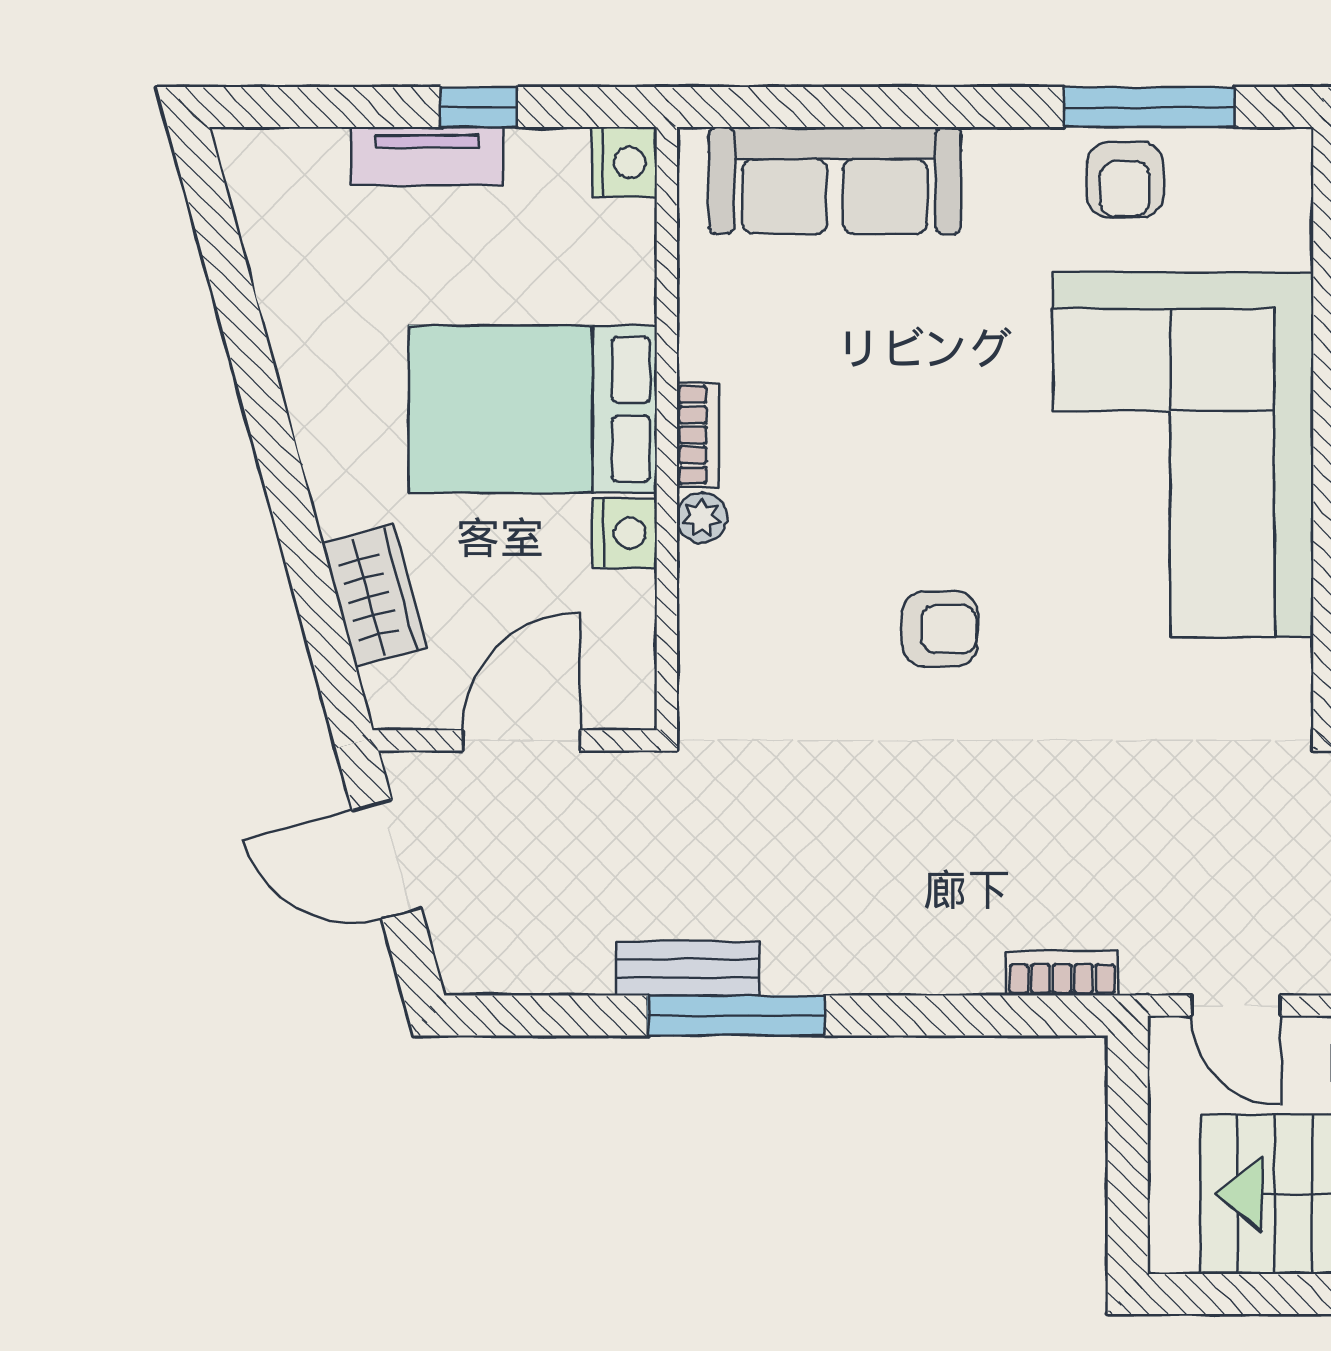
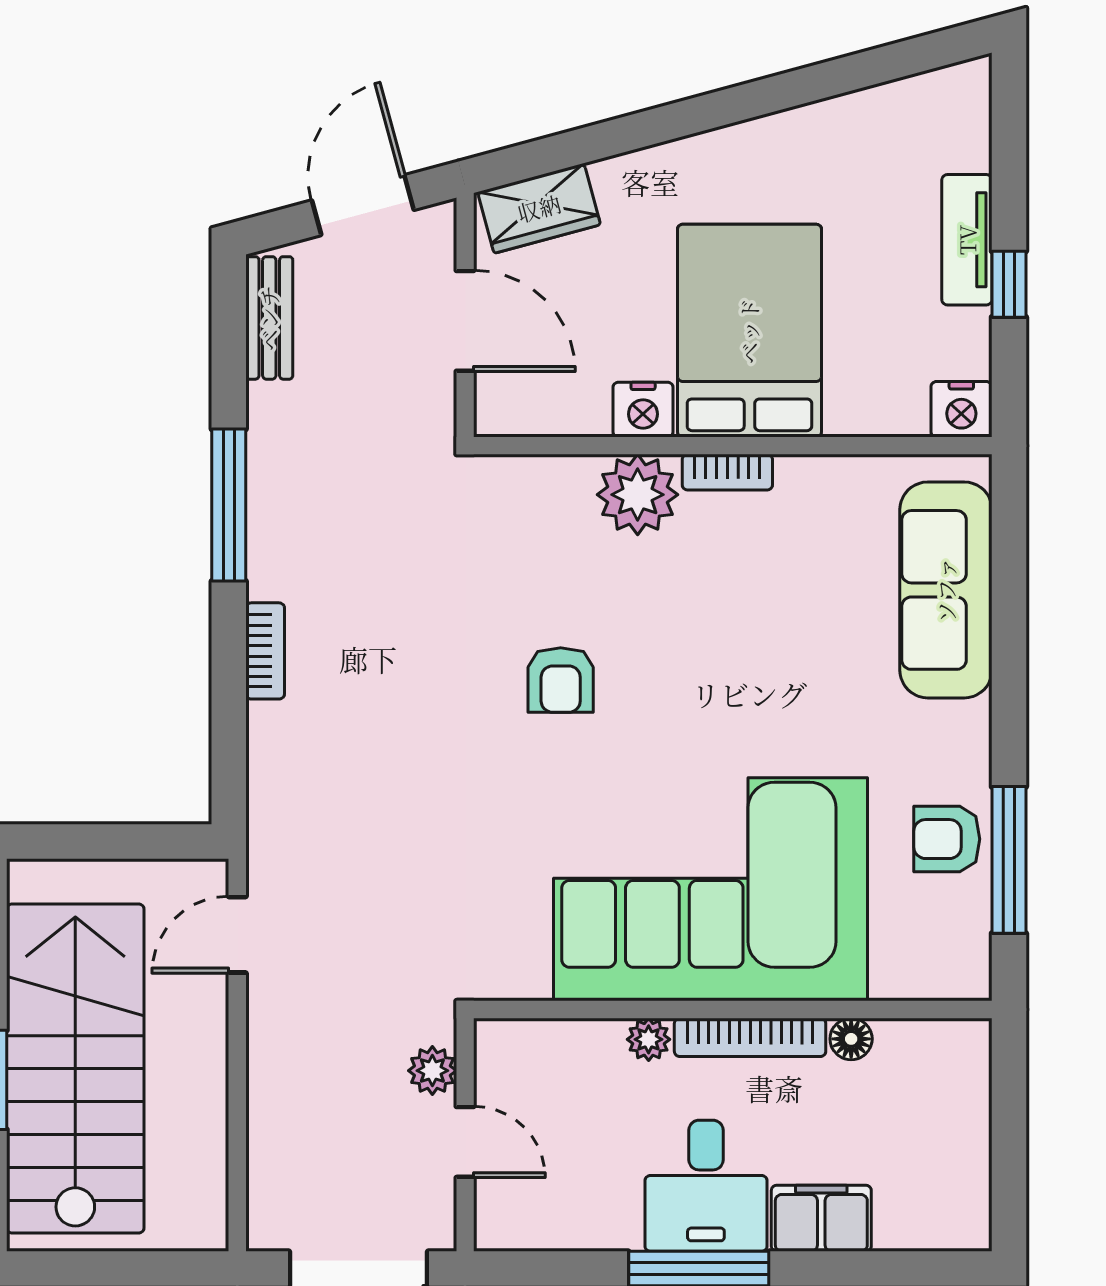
plant: (702, 518) -> (638, 495), width x1.87, depth x1.87
wardrobe: (375, 596) -> (539, 208), moved
bench: (688, 968) -> (269, 318), moved
bookcase: (1062, 973) -> (265, 651), moved

